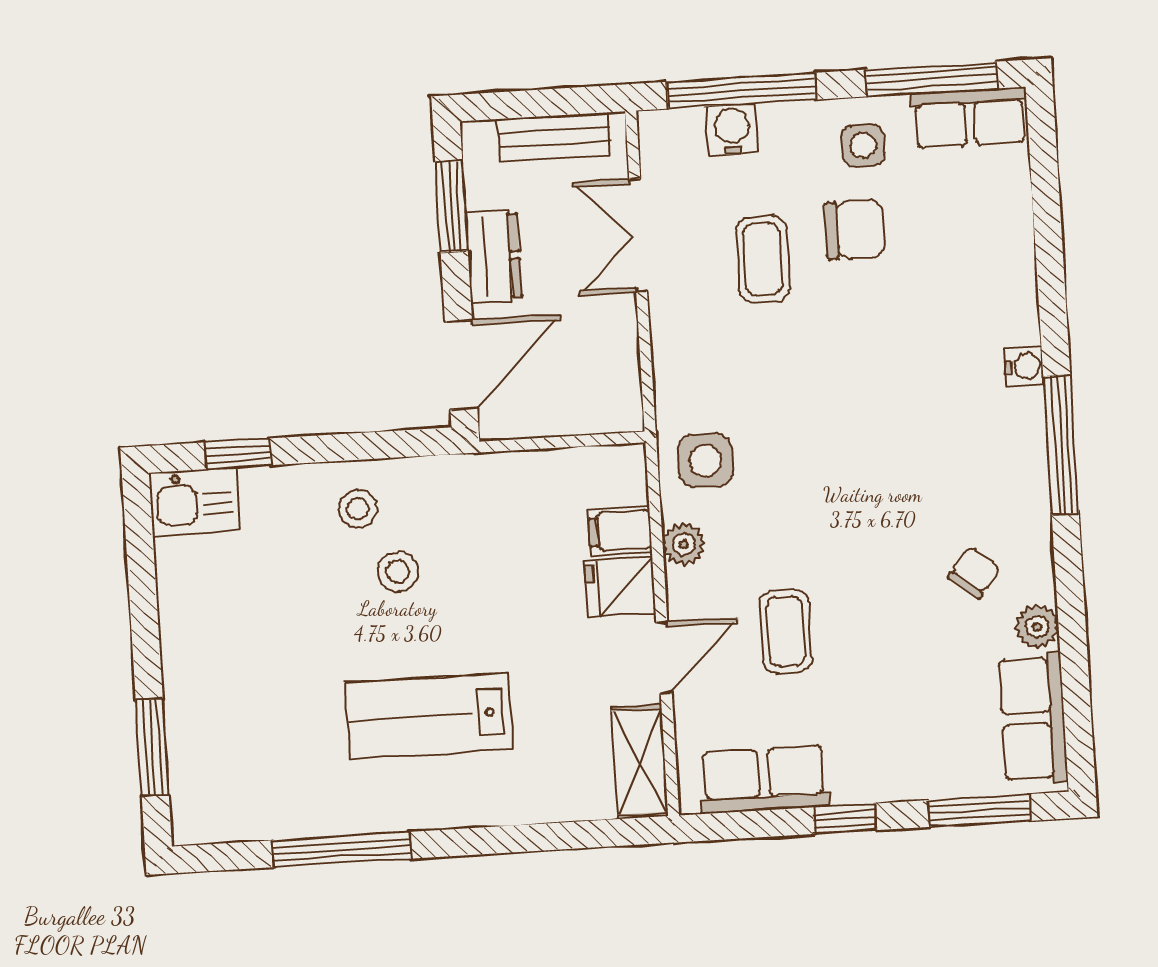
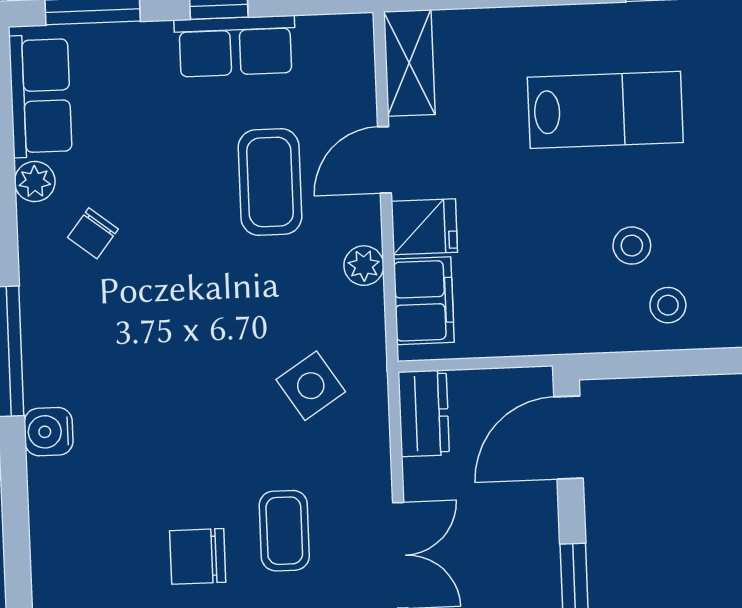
dresser: (494, 256) -> (424, 413), moved, turned 180
water cooler: (1024, 366) -> (49, 432), width x1.38, depth x1.38
side table: (705, 460) -> (311, 386), moved, turned -33
filing cabinet: (620, 531) -> (424, 301), width x2.00
coffee table: (786, 631) -> (270, 182), width x1.36, depth x1.30
row of seats: (764, 779) -> (235, 46), moved

